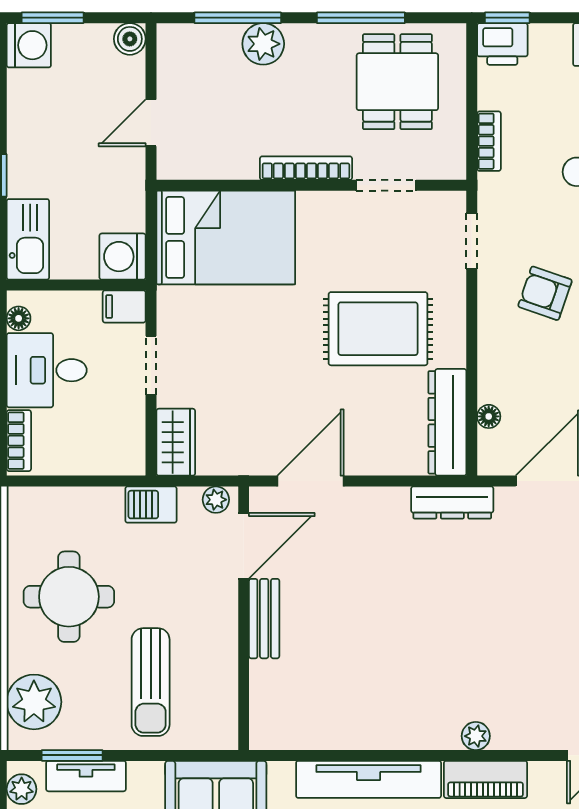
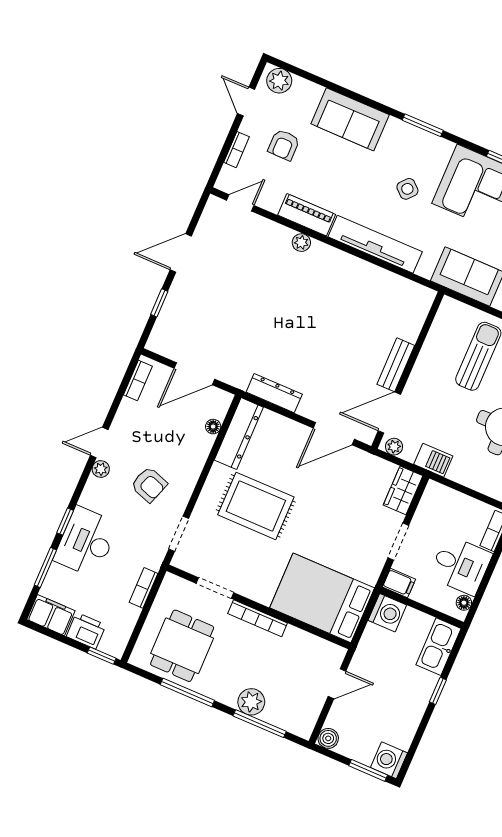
printer: (502, 44) -> (86, 631), moved
dresser: (452, 502) -> (274, 393), moved

